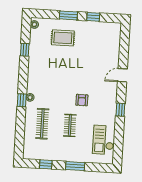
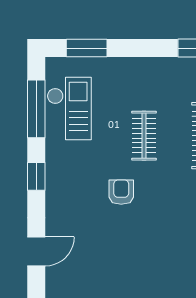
window: (119, 141) -> (36, 109), added
window: (75, 166) -> (87, 48), moved

